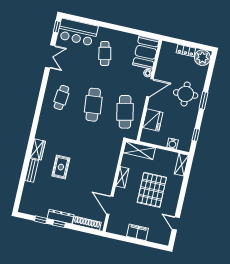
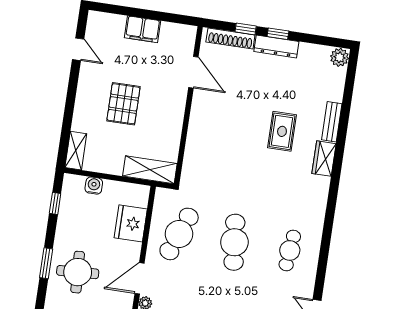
cafe table: (125, 112) -> (179, 234), turned 33
shelving: (122, 177) -> (175, 122), removed
pallet: (152, 190) -> (123, 104), width x0.73, depth x0.71
plant: (24, 208) -> (340, 57), added
window: (41, 220) -> (246, 29), moved

